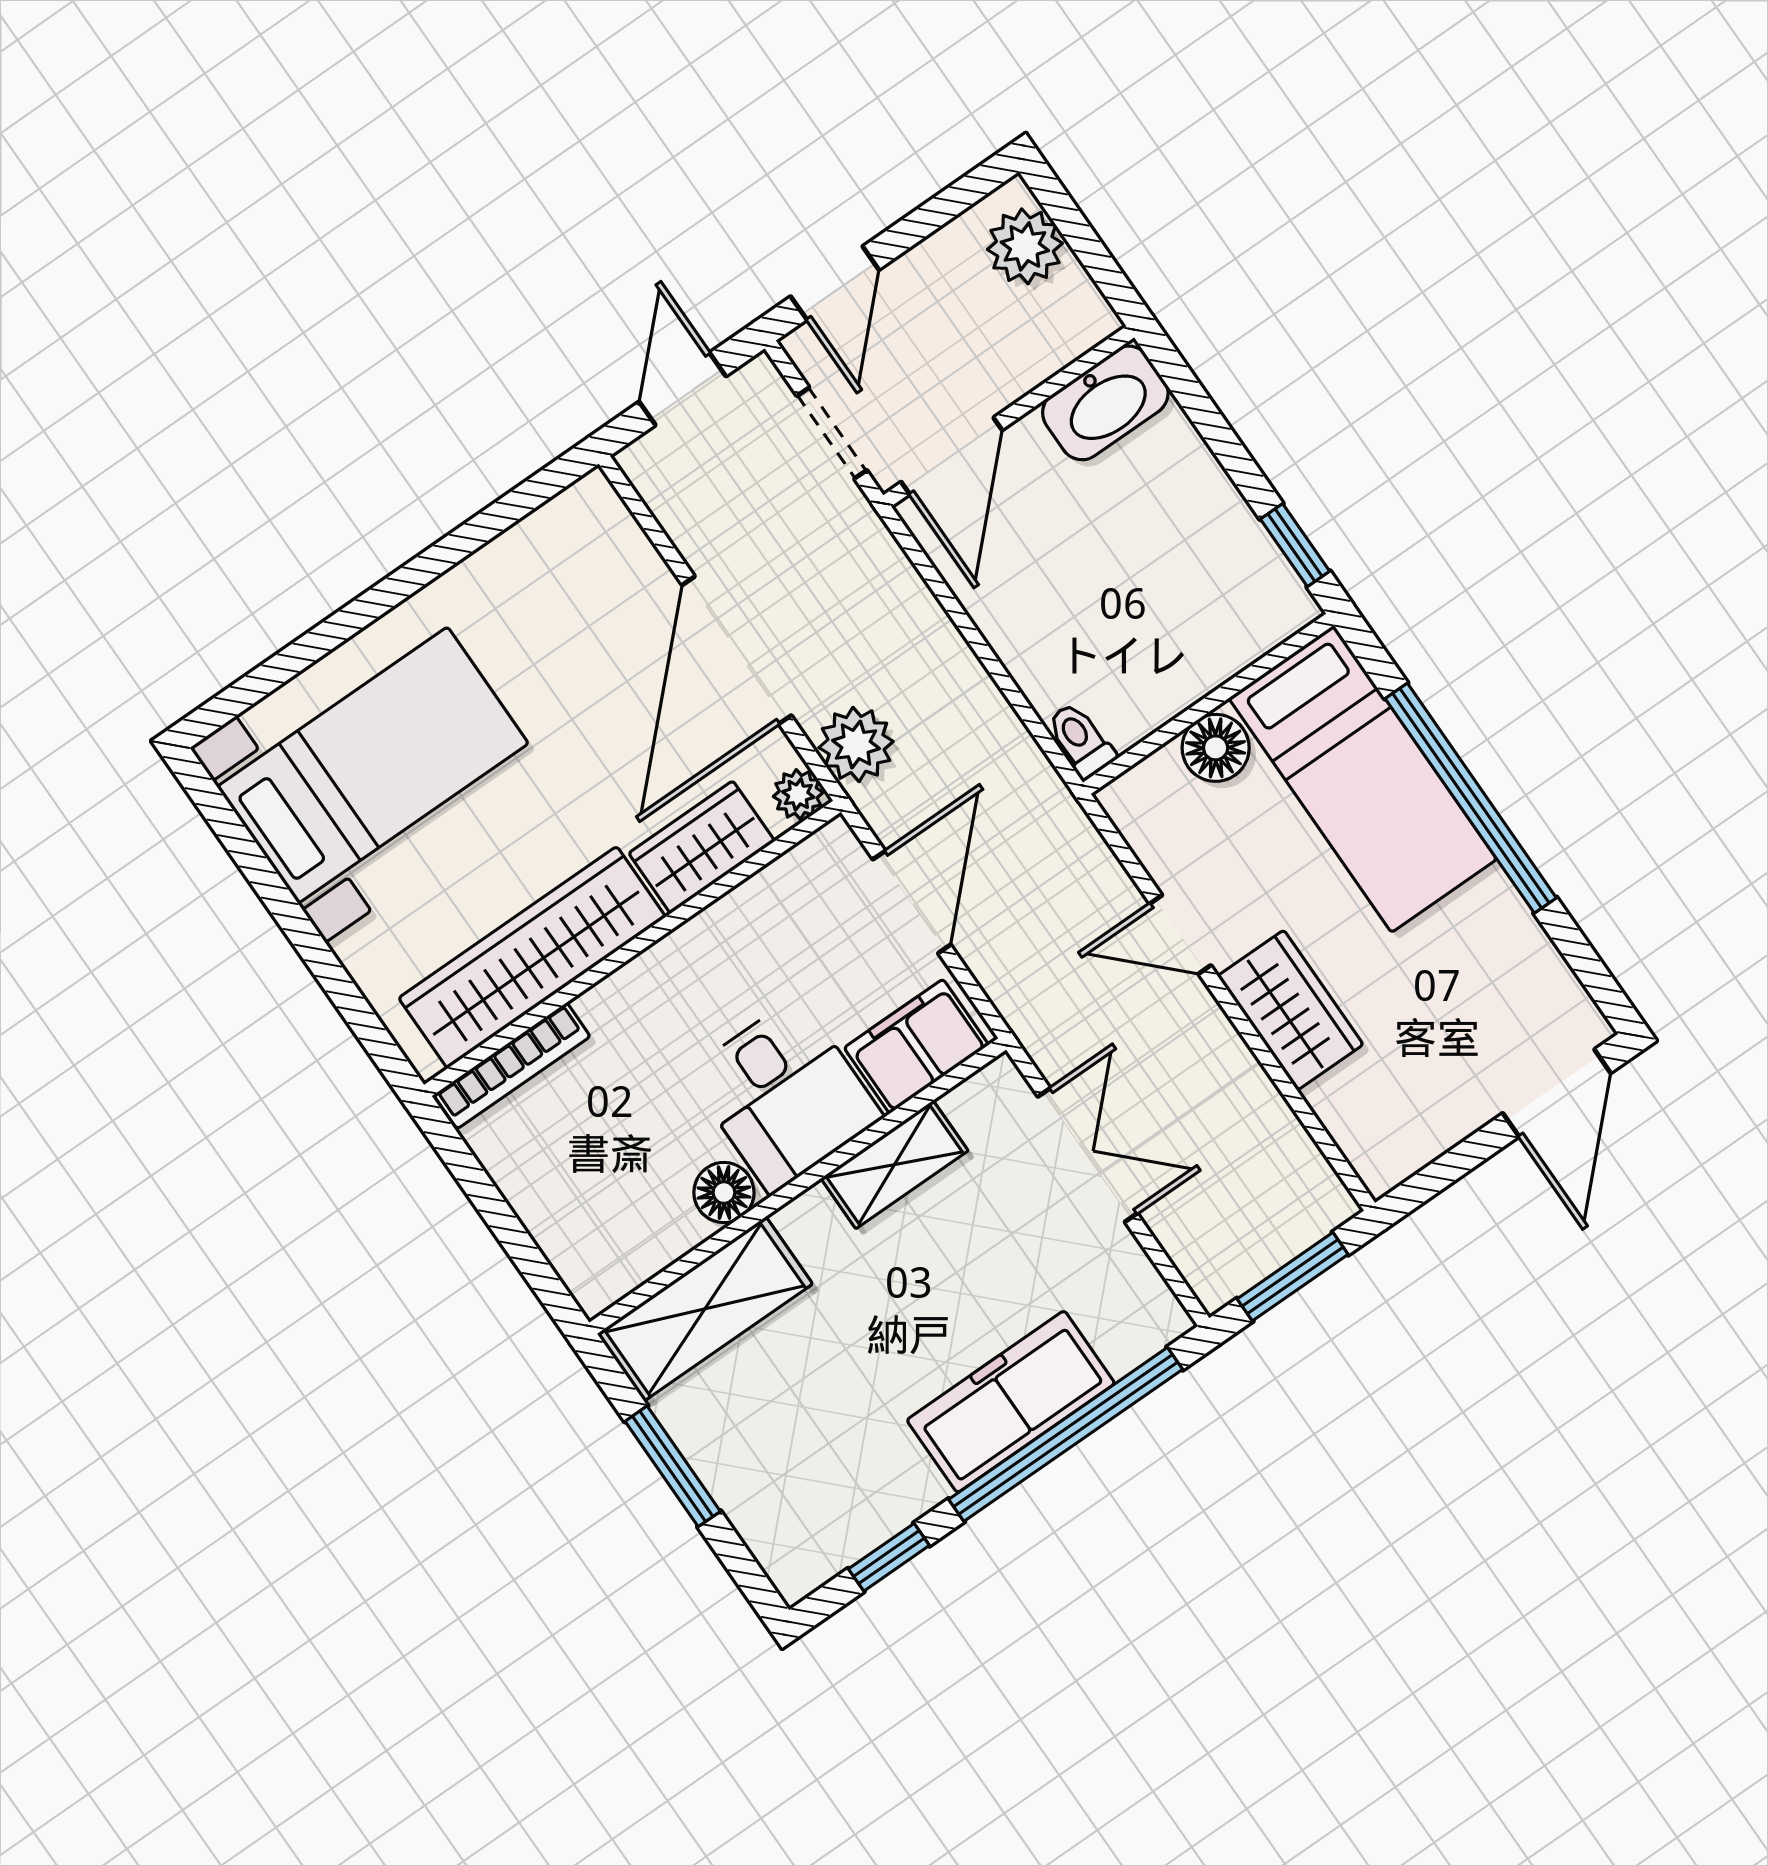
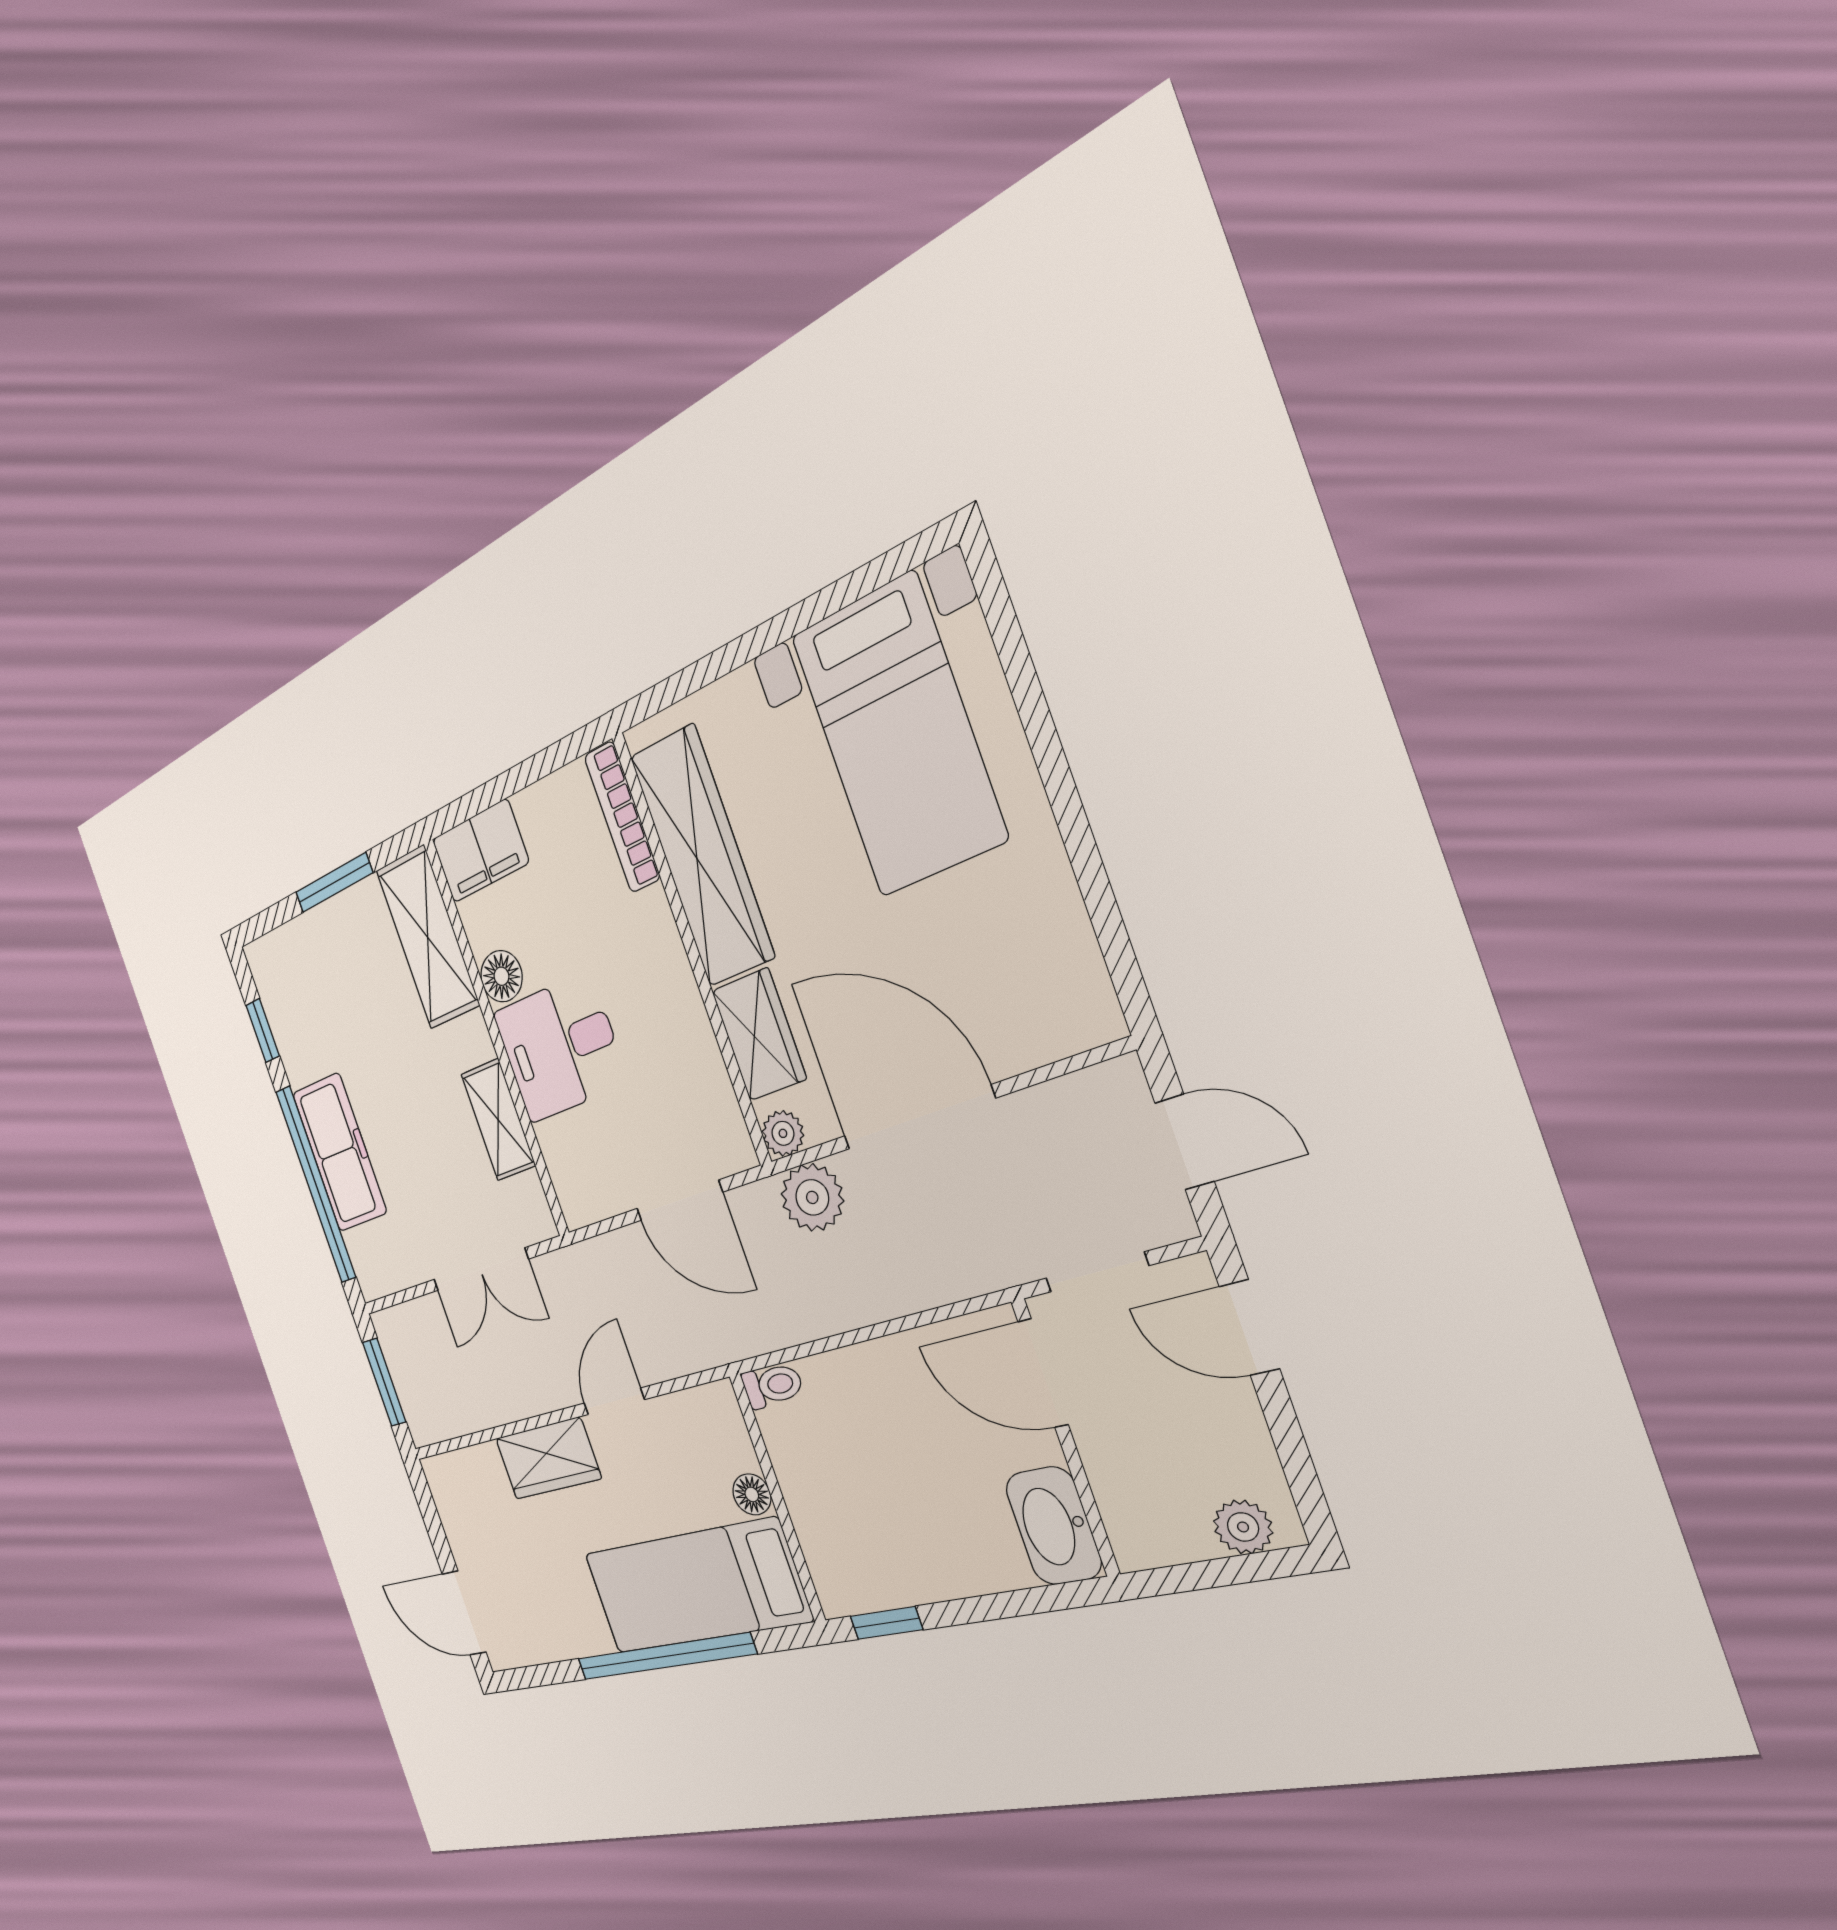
plant: (1025, 246) -> (1243, 1527), width x0.73, depth x0.73
floor lamp: (1216, 748) -> (752, 1494), width x0.73, depth x0.73
filing cabinet: (916, 1046) -> (480, 851), moved, turned 90

